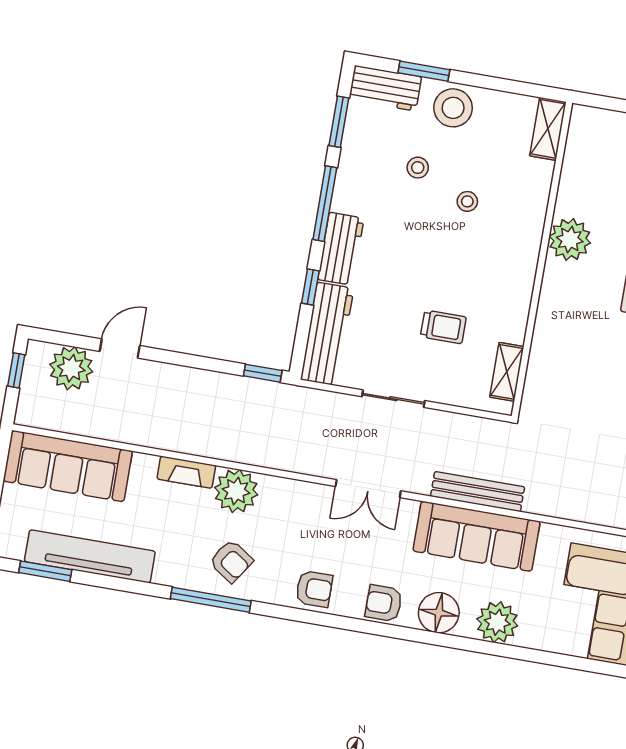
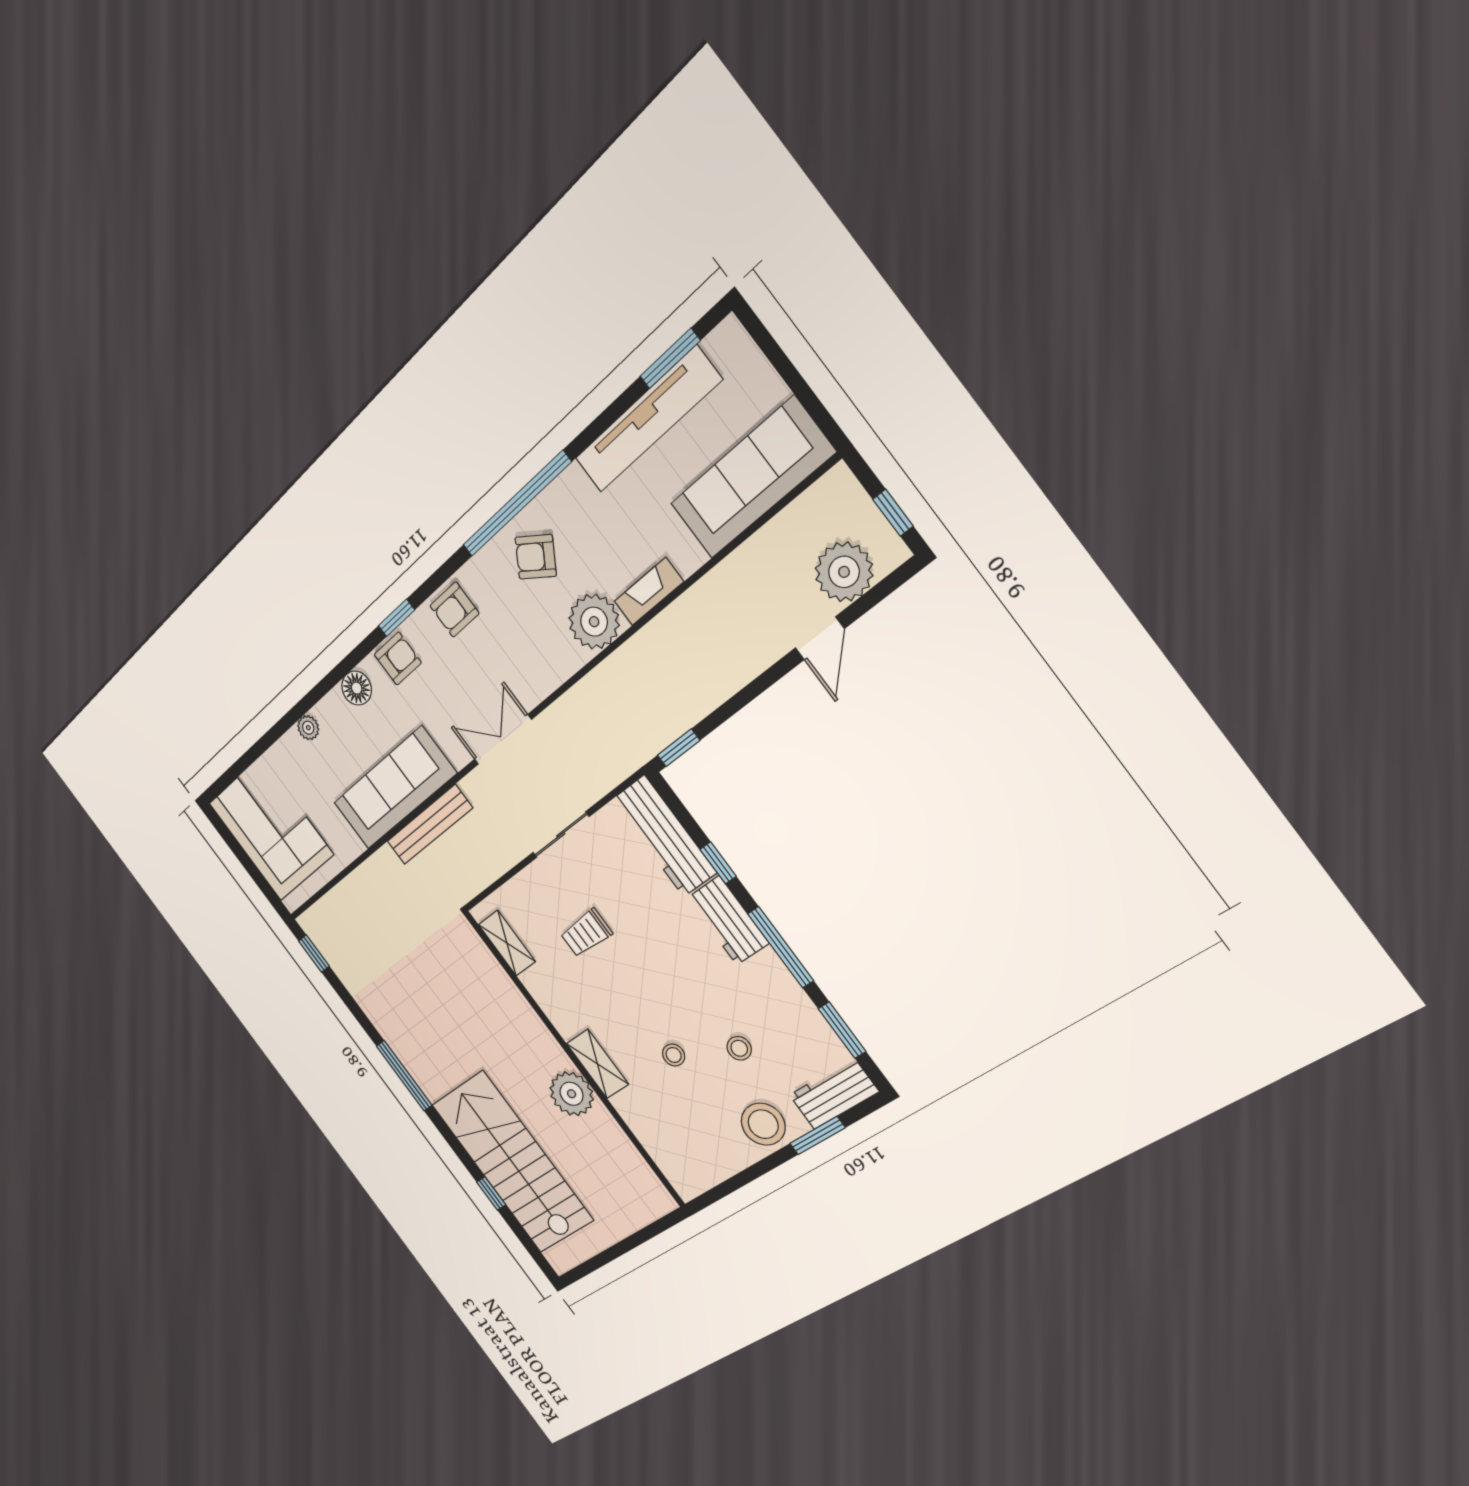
shelving: (548, 129) -> (597, 1064), moved
window: (211, 600) -> (516, 504), width x1.46
floor lamp: (439, 613) -> (357, 688), width x0.73, depth x0.73
plant: (497, 622) -> (308, 728), width x0.53, depth x0.53
window: (357, 625) -> (396, 618), added

